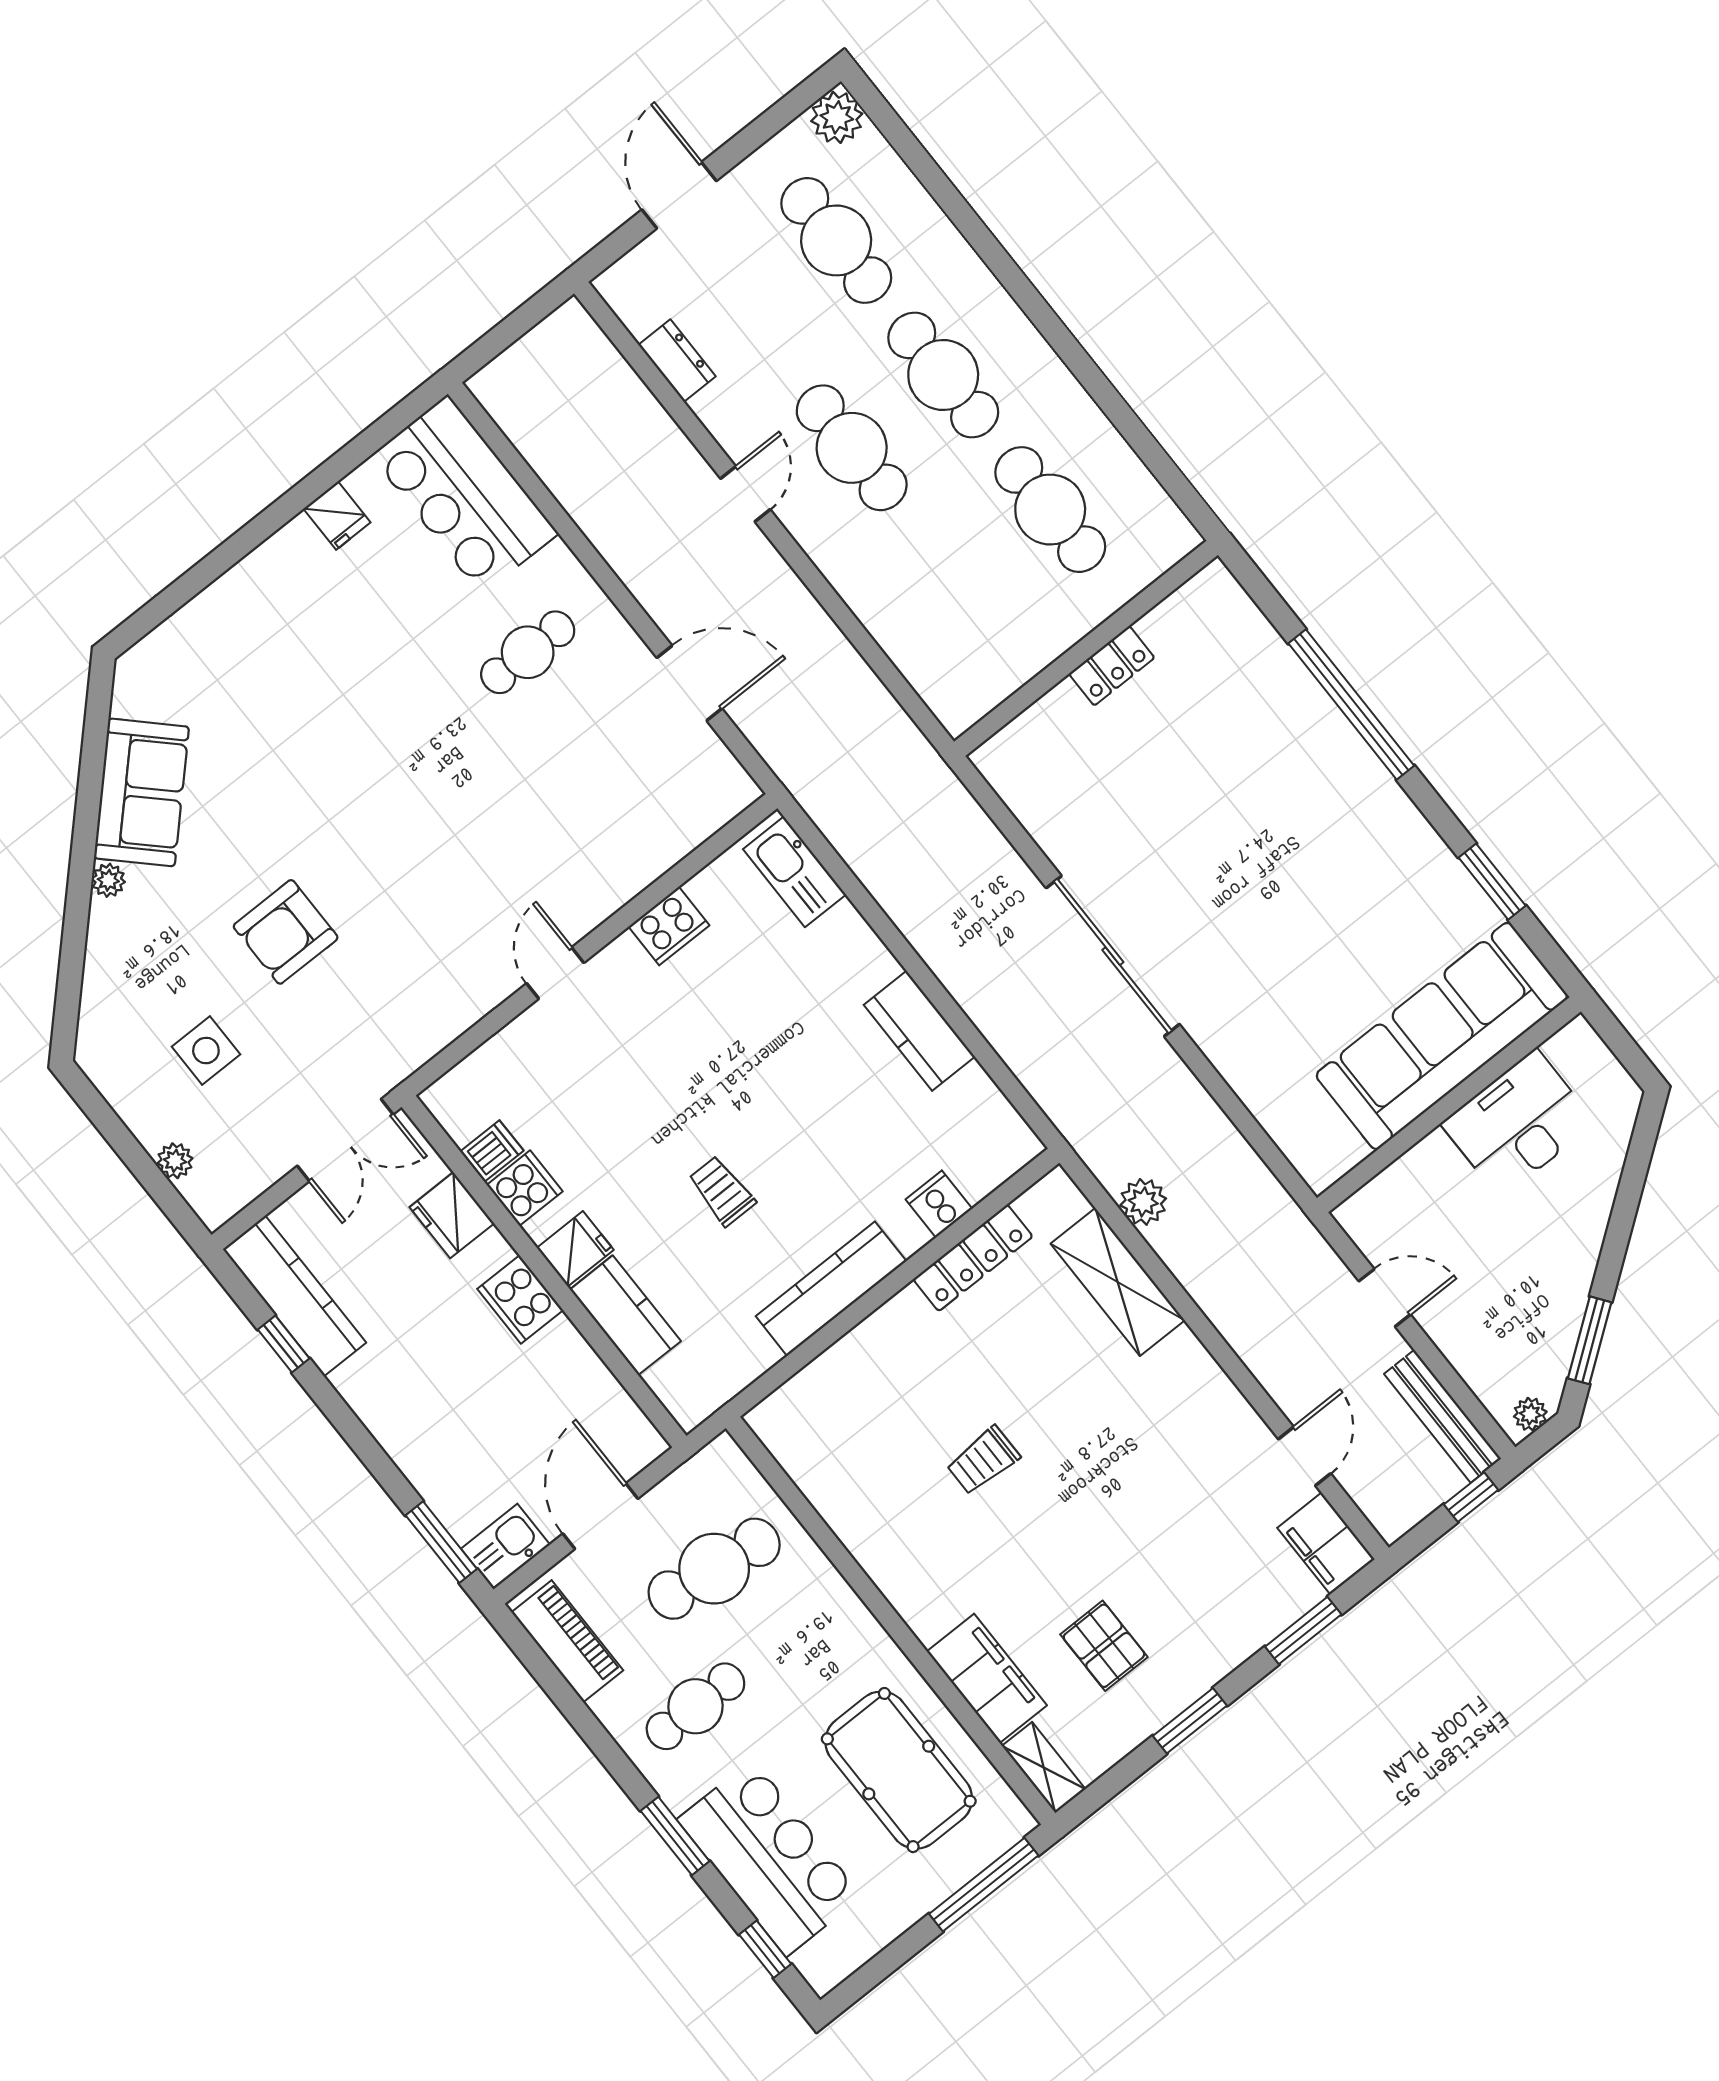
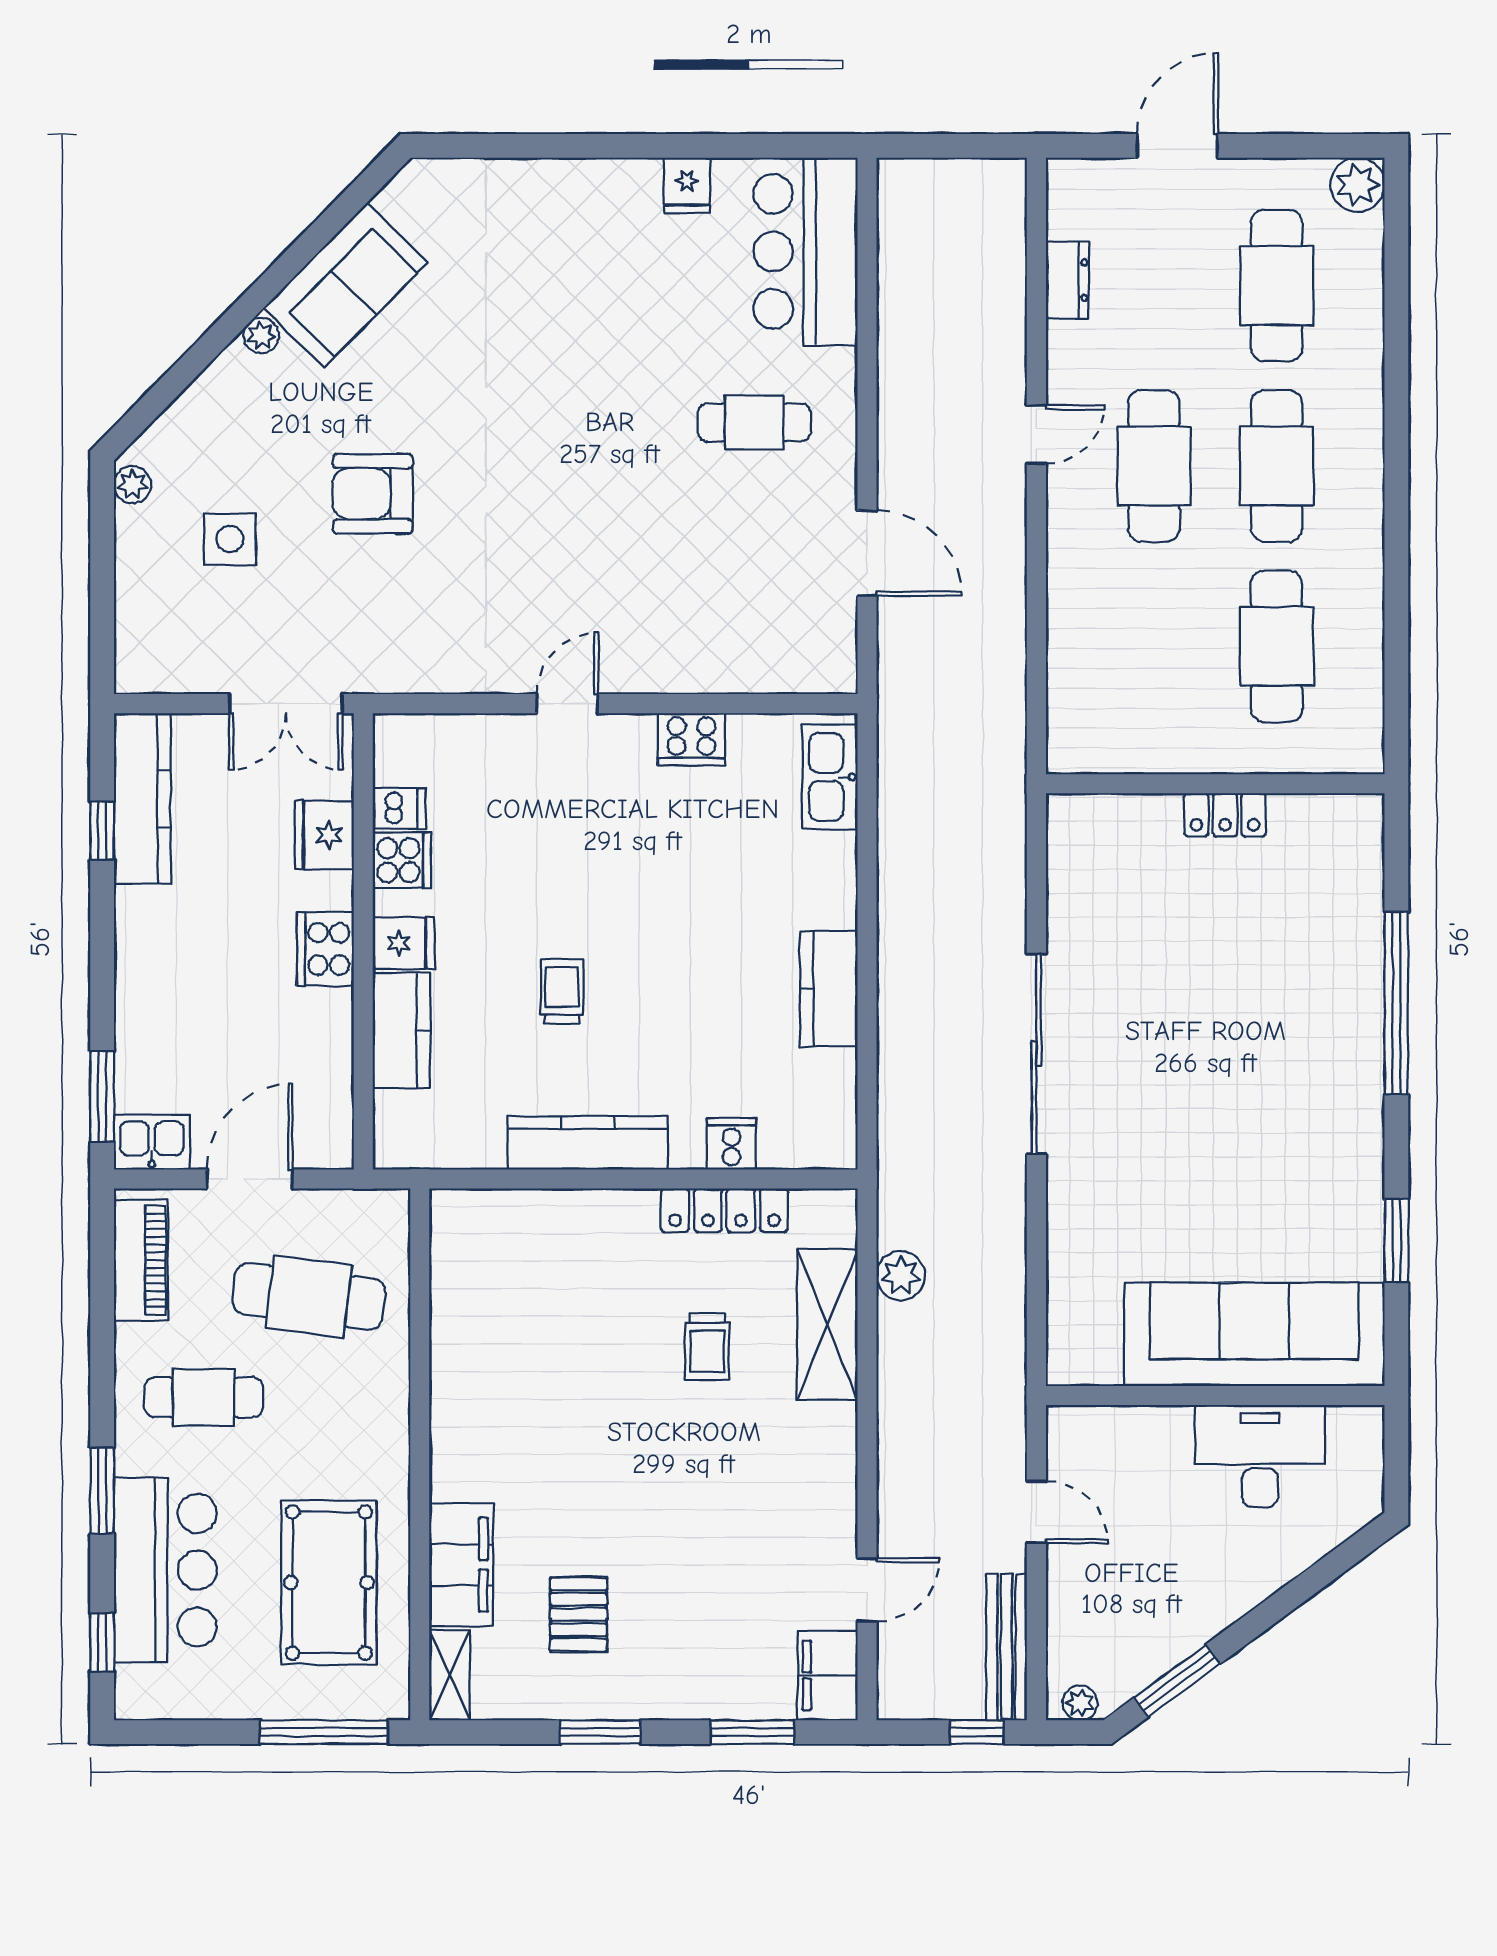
plant: (175, 1161) -> (133, 485), moved
trolley: (983, 1460) -> (707, 1347), moved, turned -90

